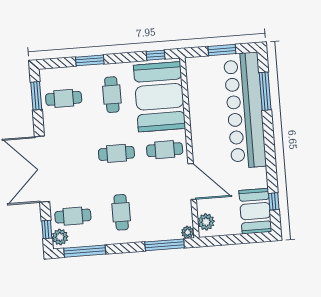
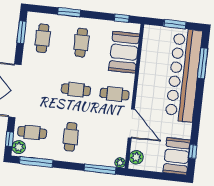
booth: (160, 97) -> (124, 52), width x0.73, depth x0.70
cafe table: (64, 98) -> (43, 38), turned 90

